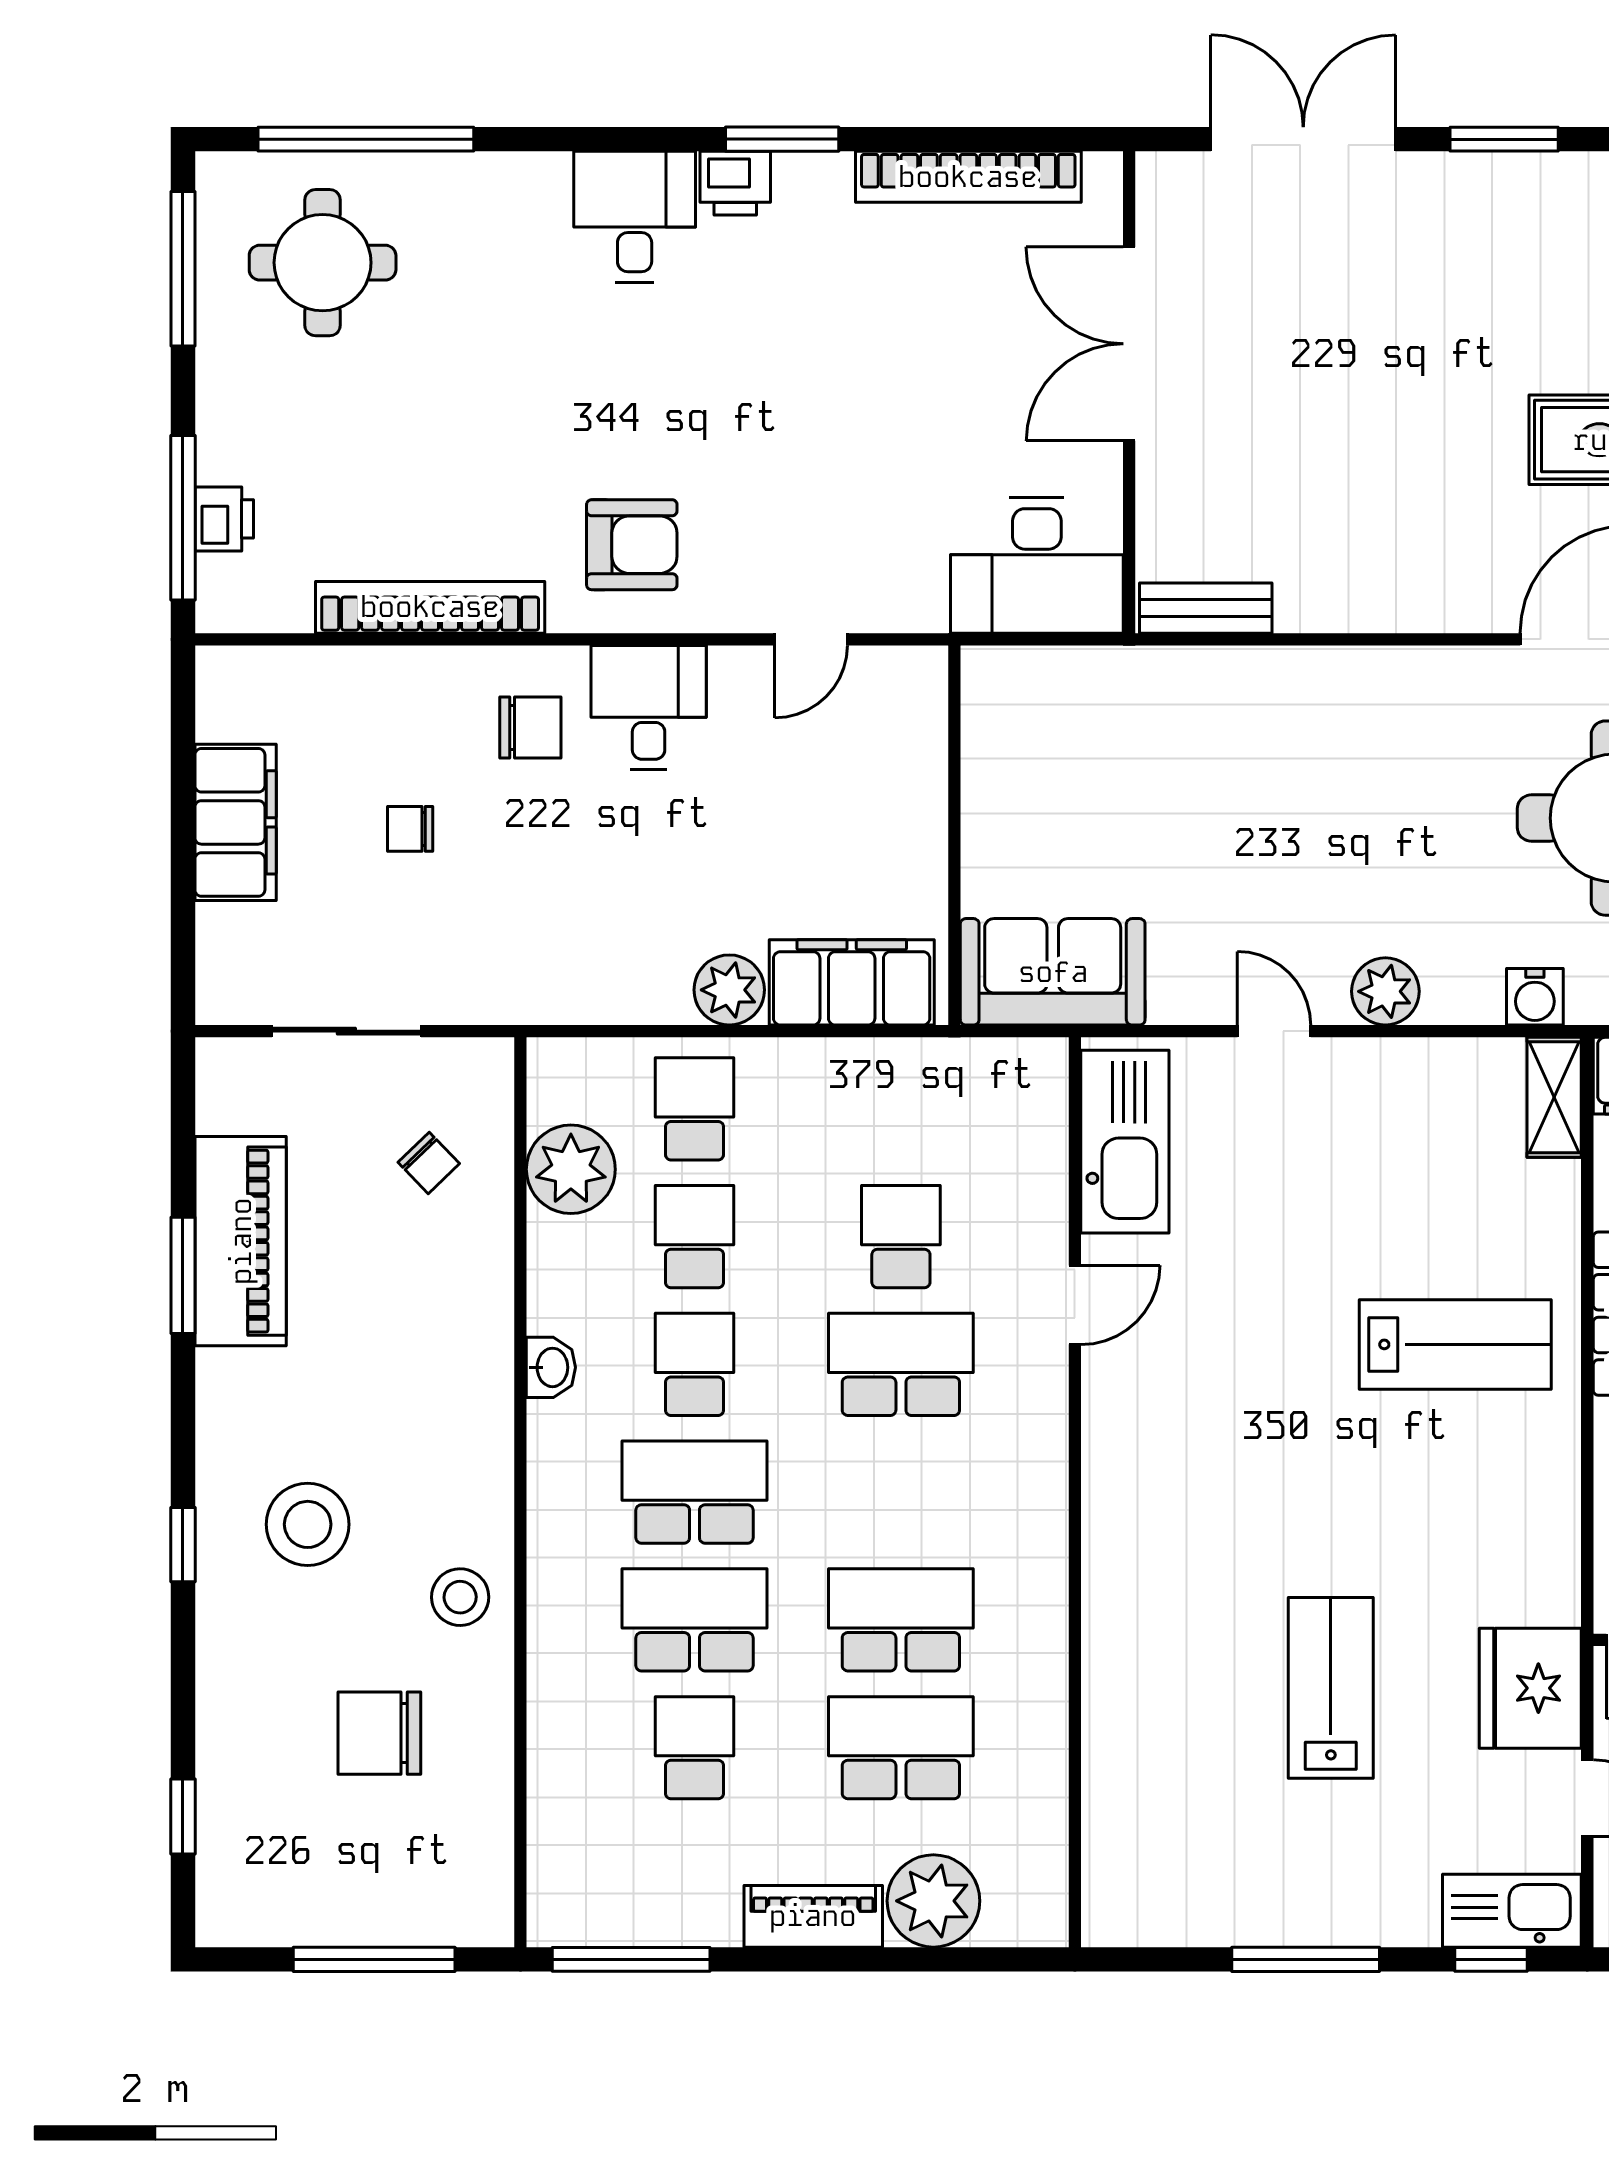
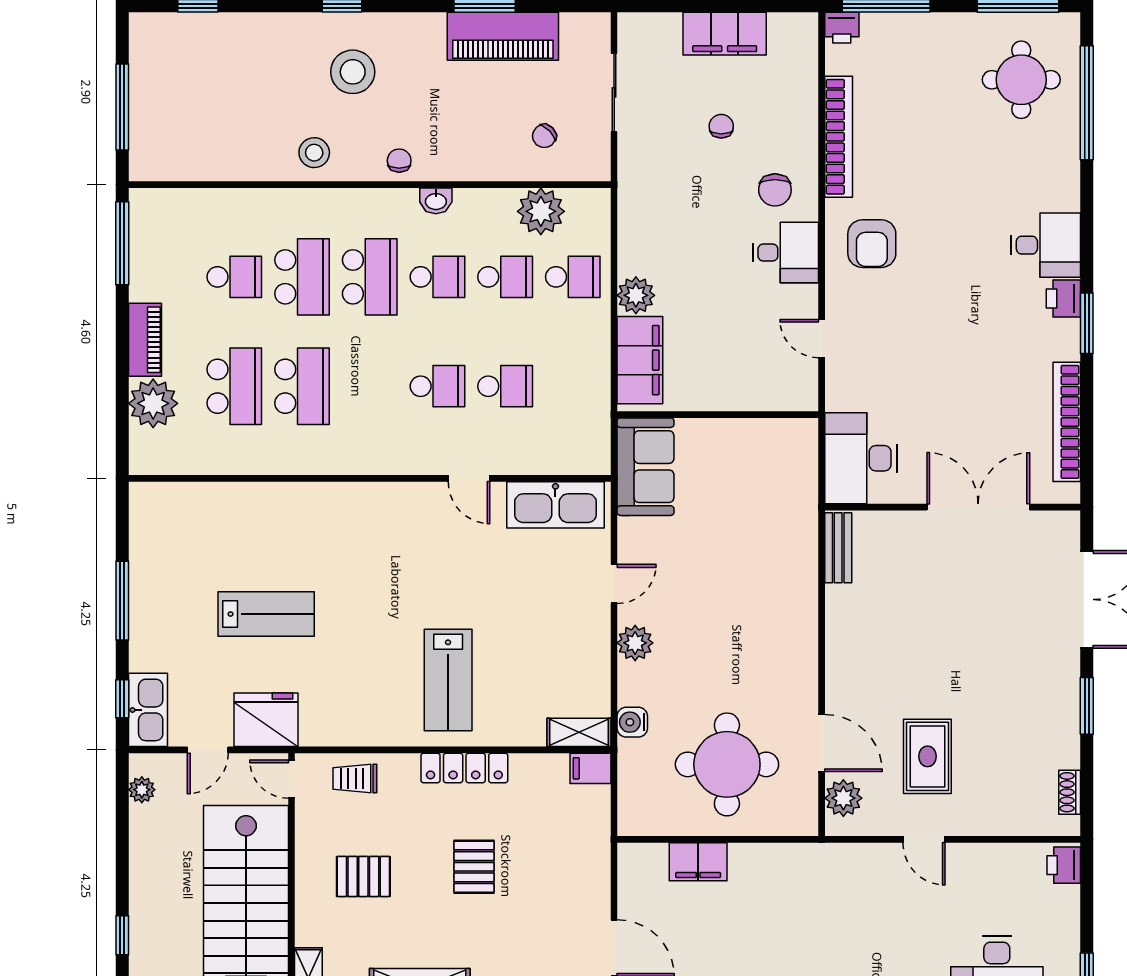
printer: (224, 519) -> (842, 28), moved
school desk: (901, 1364) -> (437, 386), width x0.54
chair: (379, 1733) -> (399, 161), moved, width x0.54, depth x0.54

